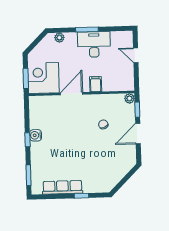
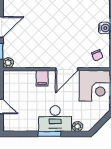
desk: (94, 44) -> (55, 119), moved
chair: (103, 124) -> (97, 55), moved

